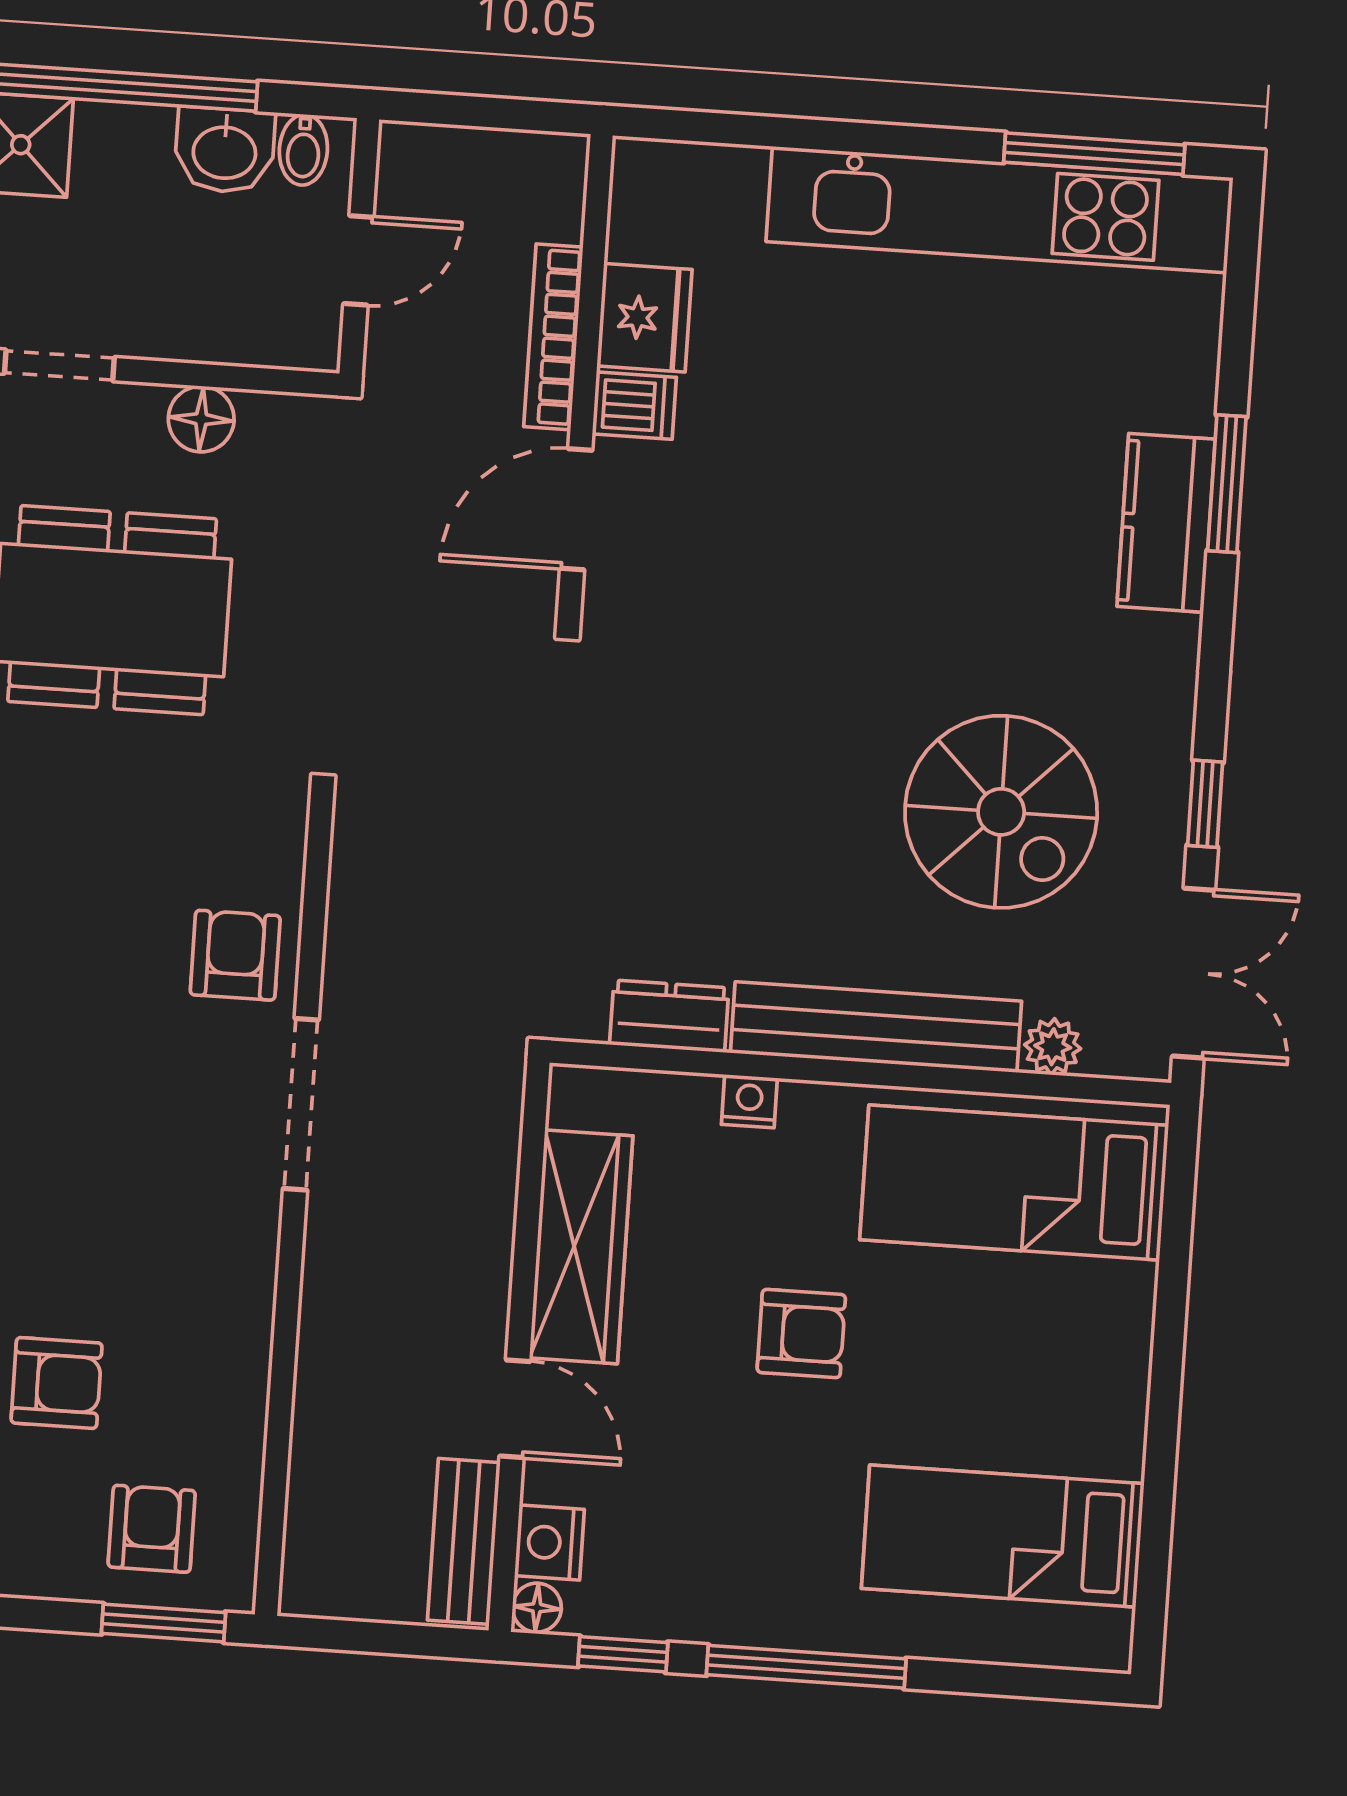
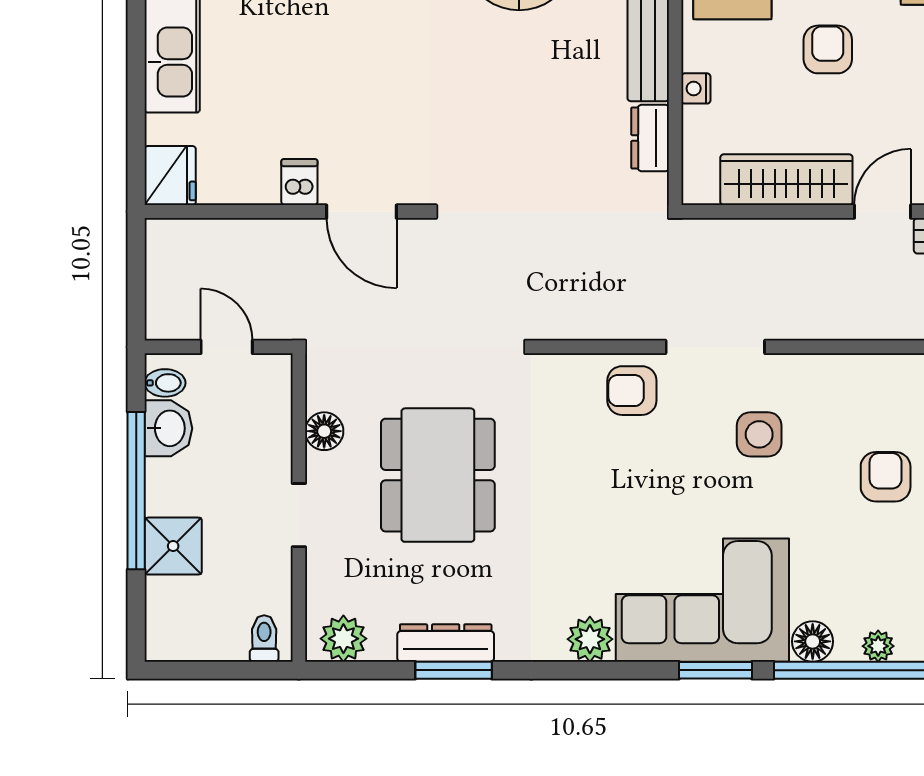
fridge: (645, 318) -> (170, 176), moved, turned 90
bookcase: (553, 337) -> (263, 231), removed
side table: (145, 1170) -> (759, 434), added

